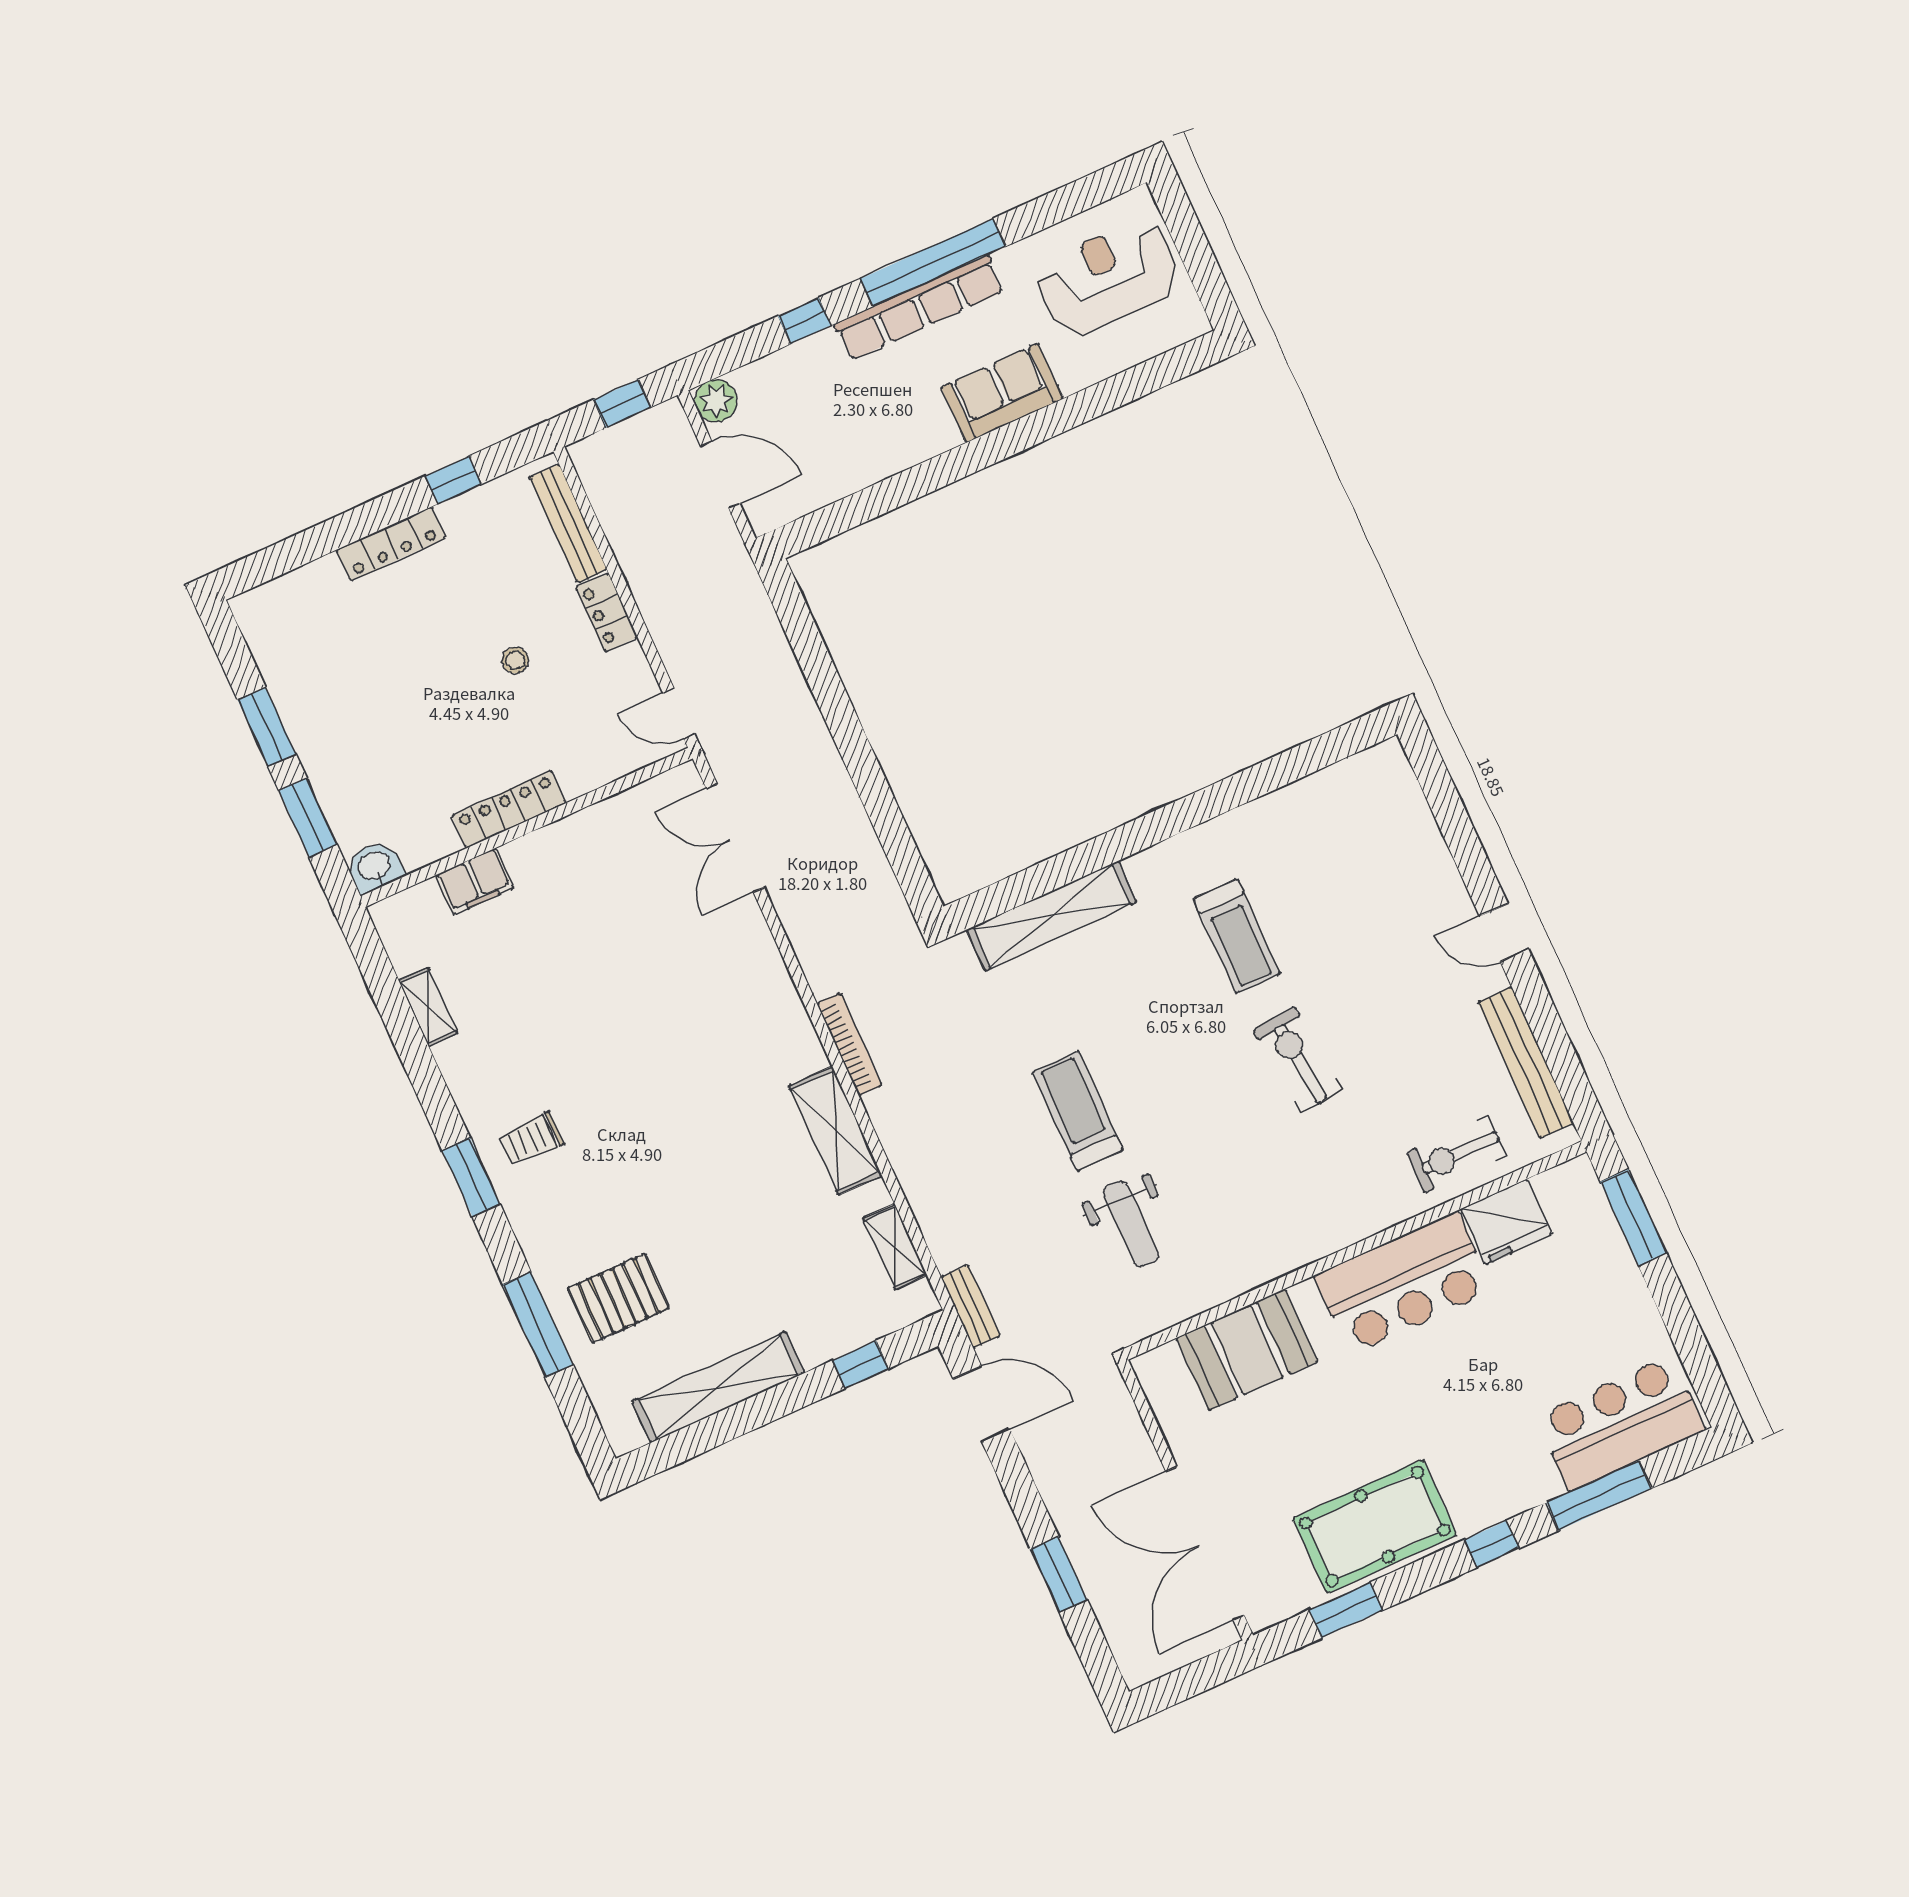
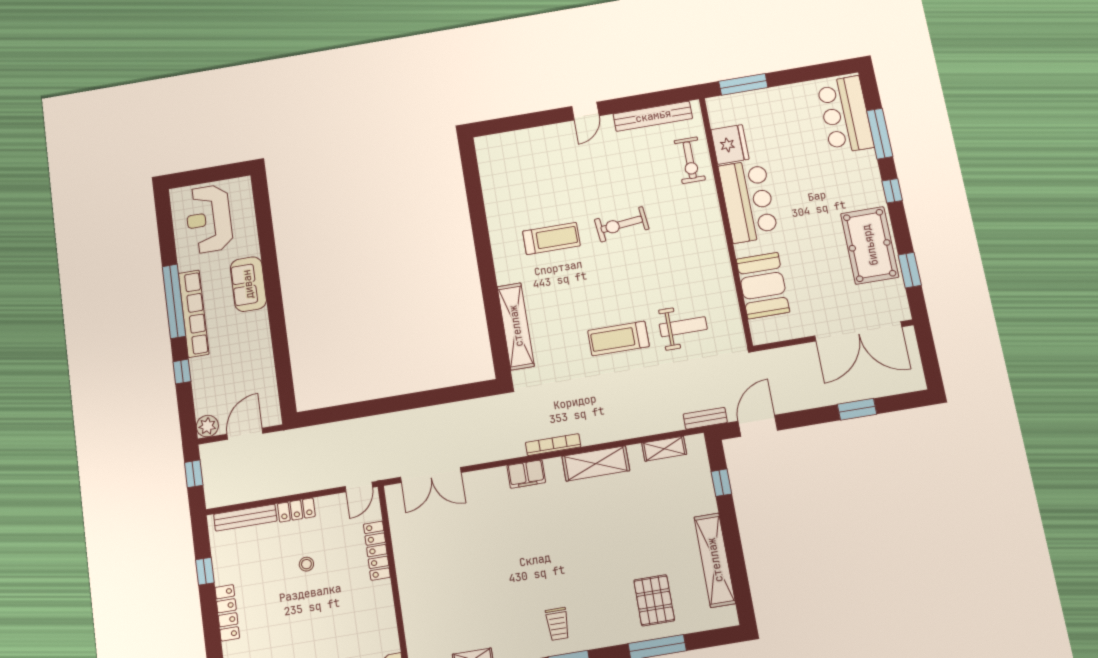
locker: (509, 809) -> (377, 551), moved
filing cabinet: (475, 881) -> (526, 474), moved, turned 90

